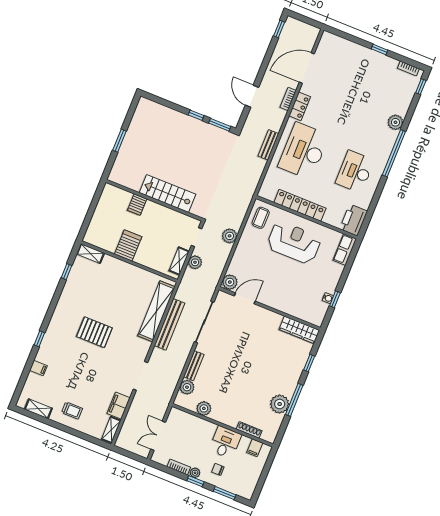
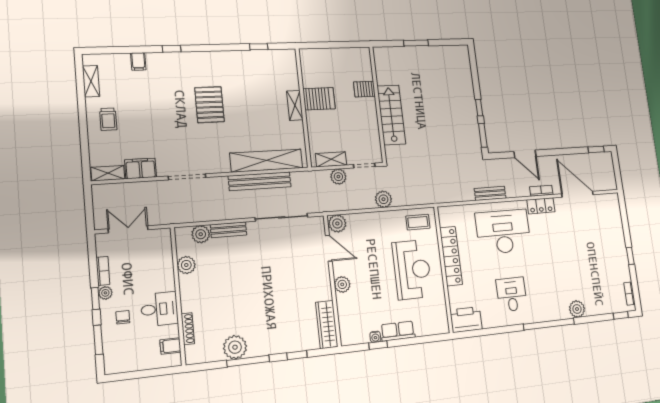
door: (252, 96) -> (525, 154), swing flipped
desk: (355, 172) -> (512, 294), width x0.73
row of seats: (345, 250) -> (398, 331), moved
shelving: (90, 254) -> (295, 105), moved
plant: (277, 303) -> (342, 284), added

